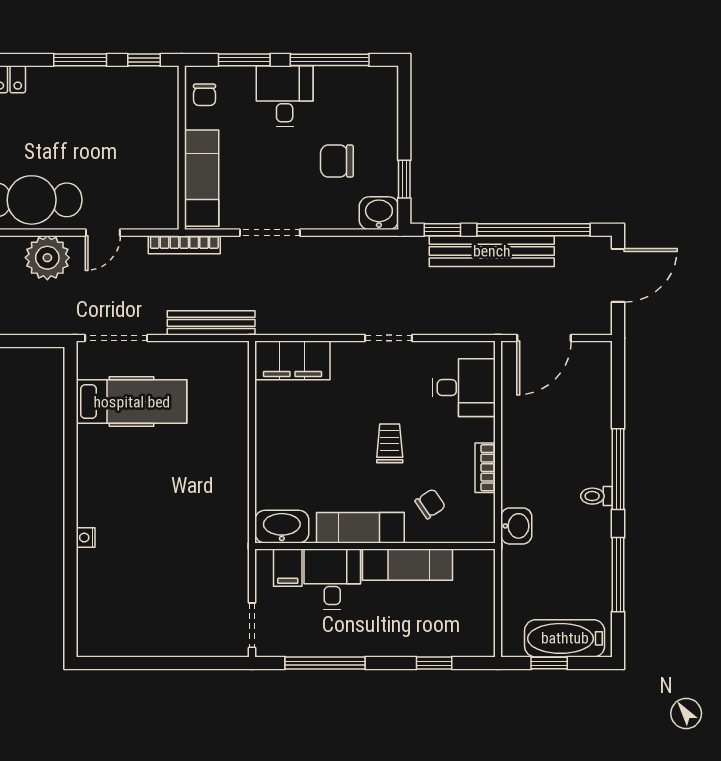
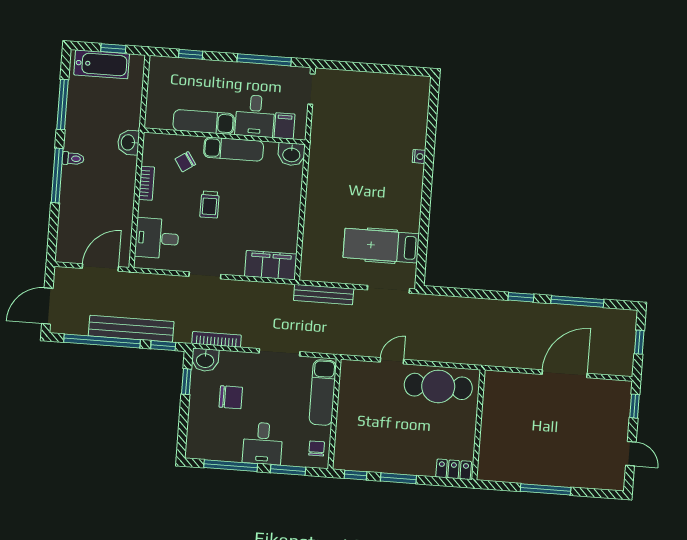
bookcase: (184, 245) -> (217, 339), moved
plant: (47, 258) -> (431, 347), removed
washbasin: (282, 527) -> (291, 154), width x0.72

